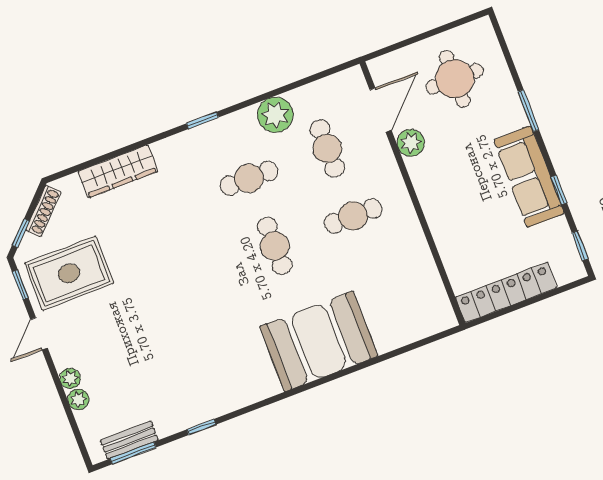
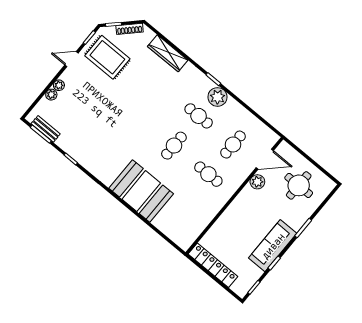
plant: (275, 115) -> (217, 97), moved

